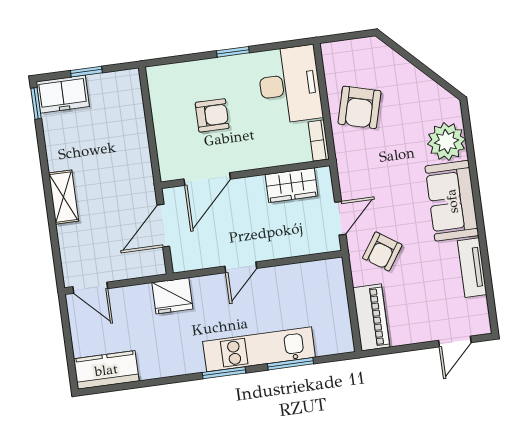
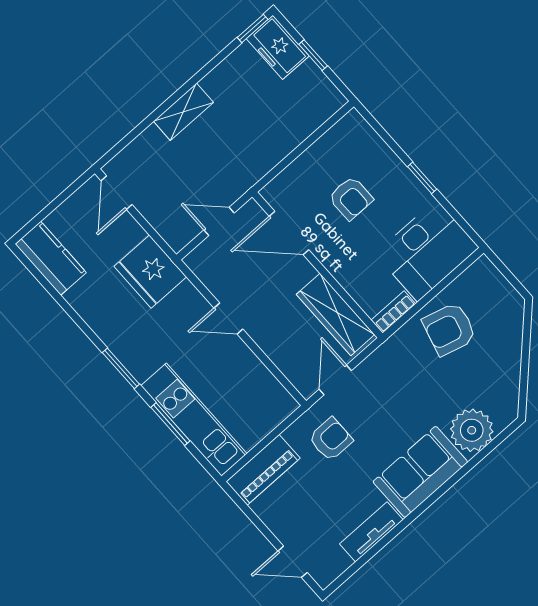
wardrobe: (291, 185) -> (335, 314), width x1.50
door: (340, 218) -> (335, 380), swing flipped
door: (163, 226) -> (219, 221), width x0.73
armchair: (382, 251) -> (331, 439), turned 146
fridge: (172, 296) -> (150, 272), width x1.36, depth x1.34
kitchen unit: (259, 349) -> (194, 420), moved

